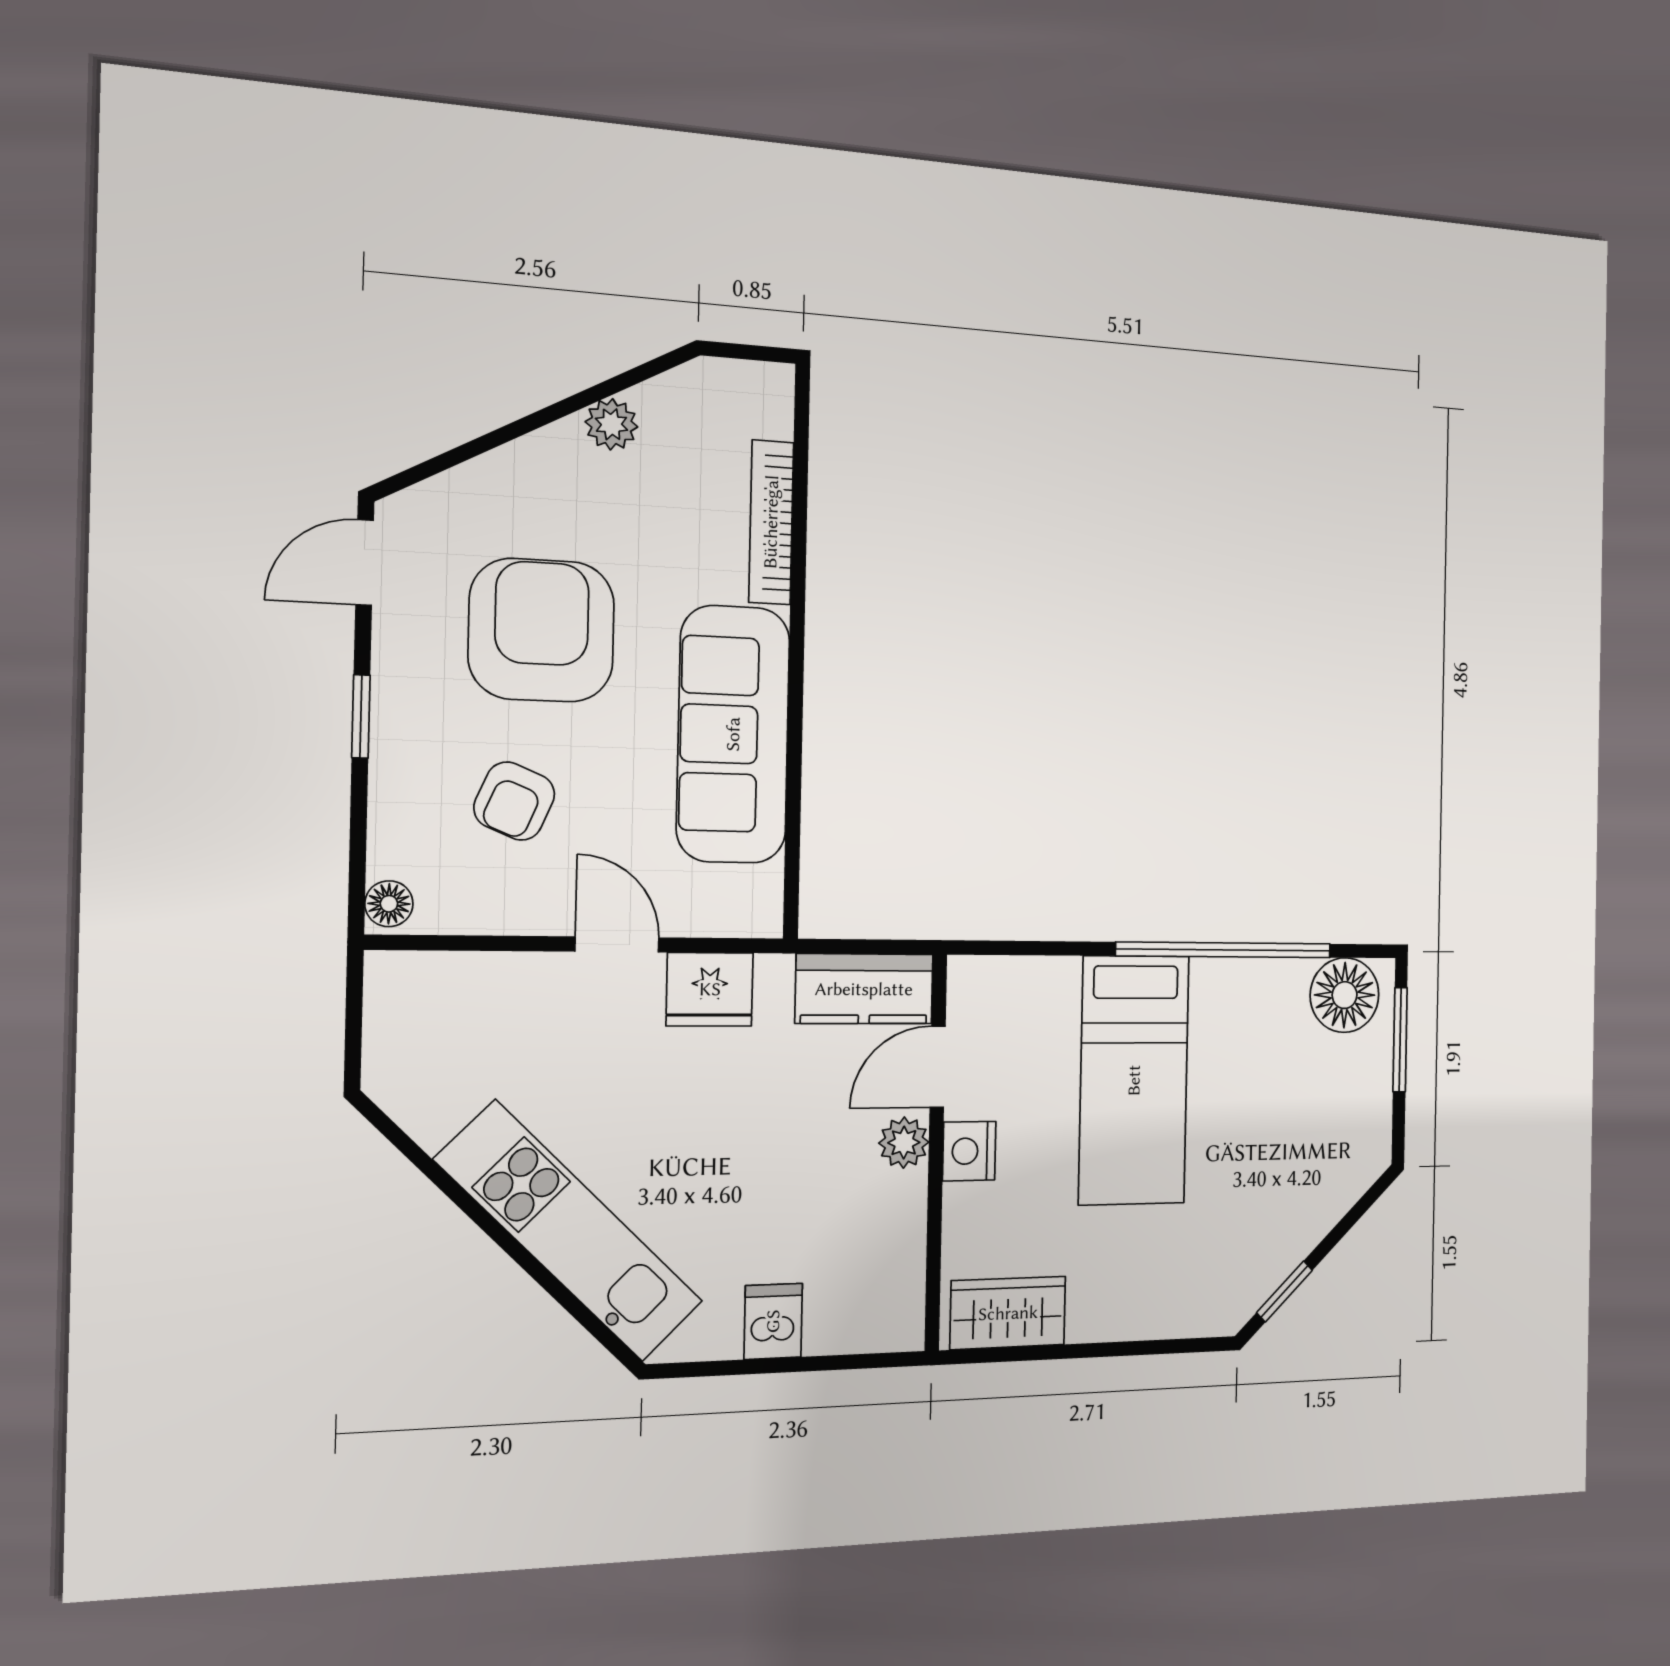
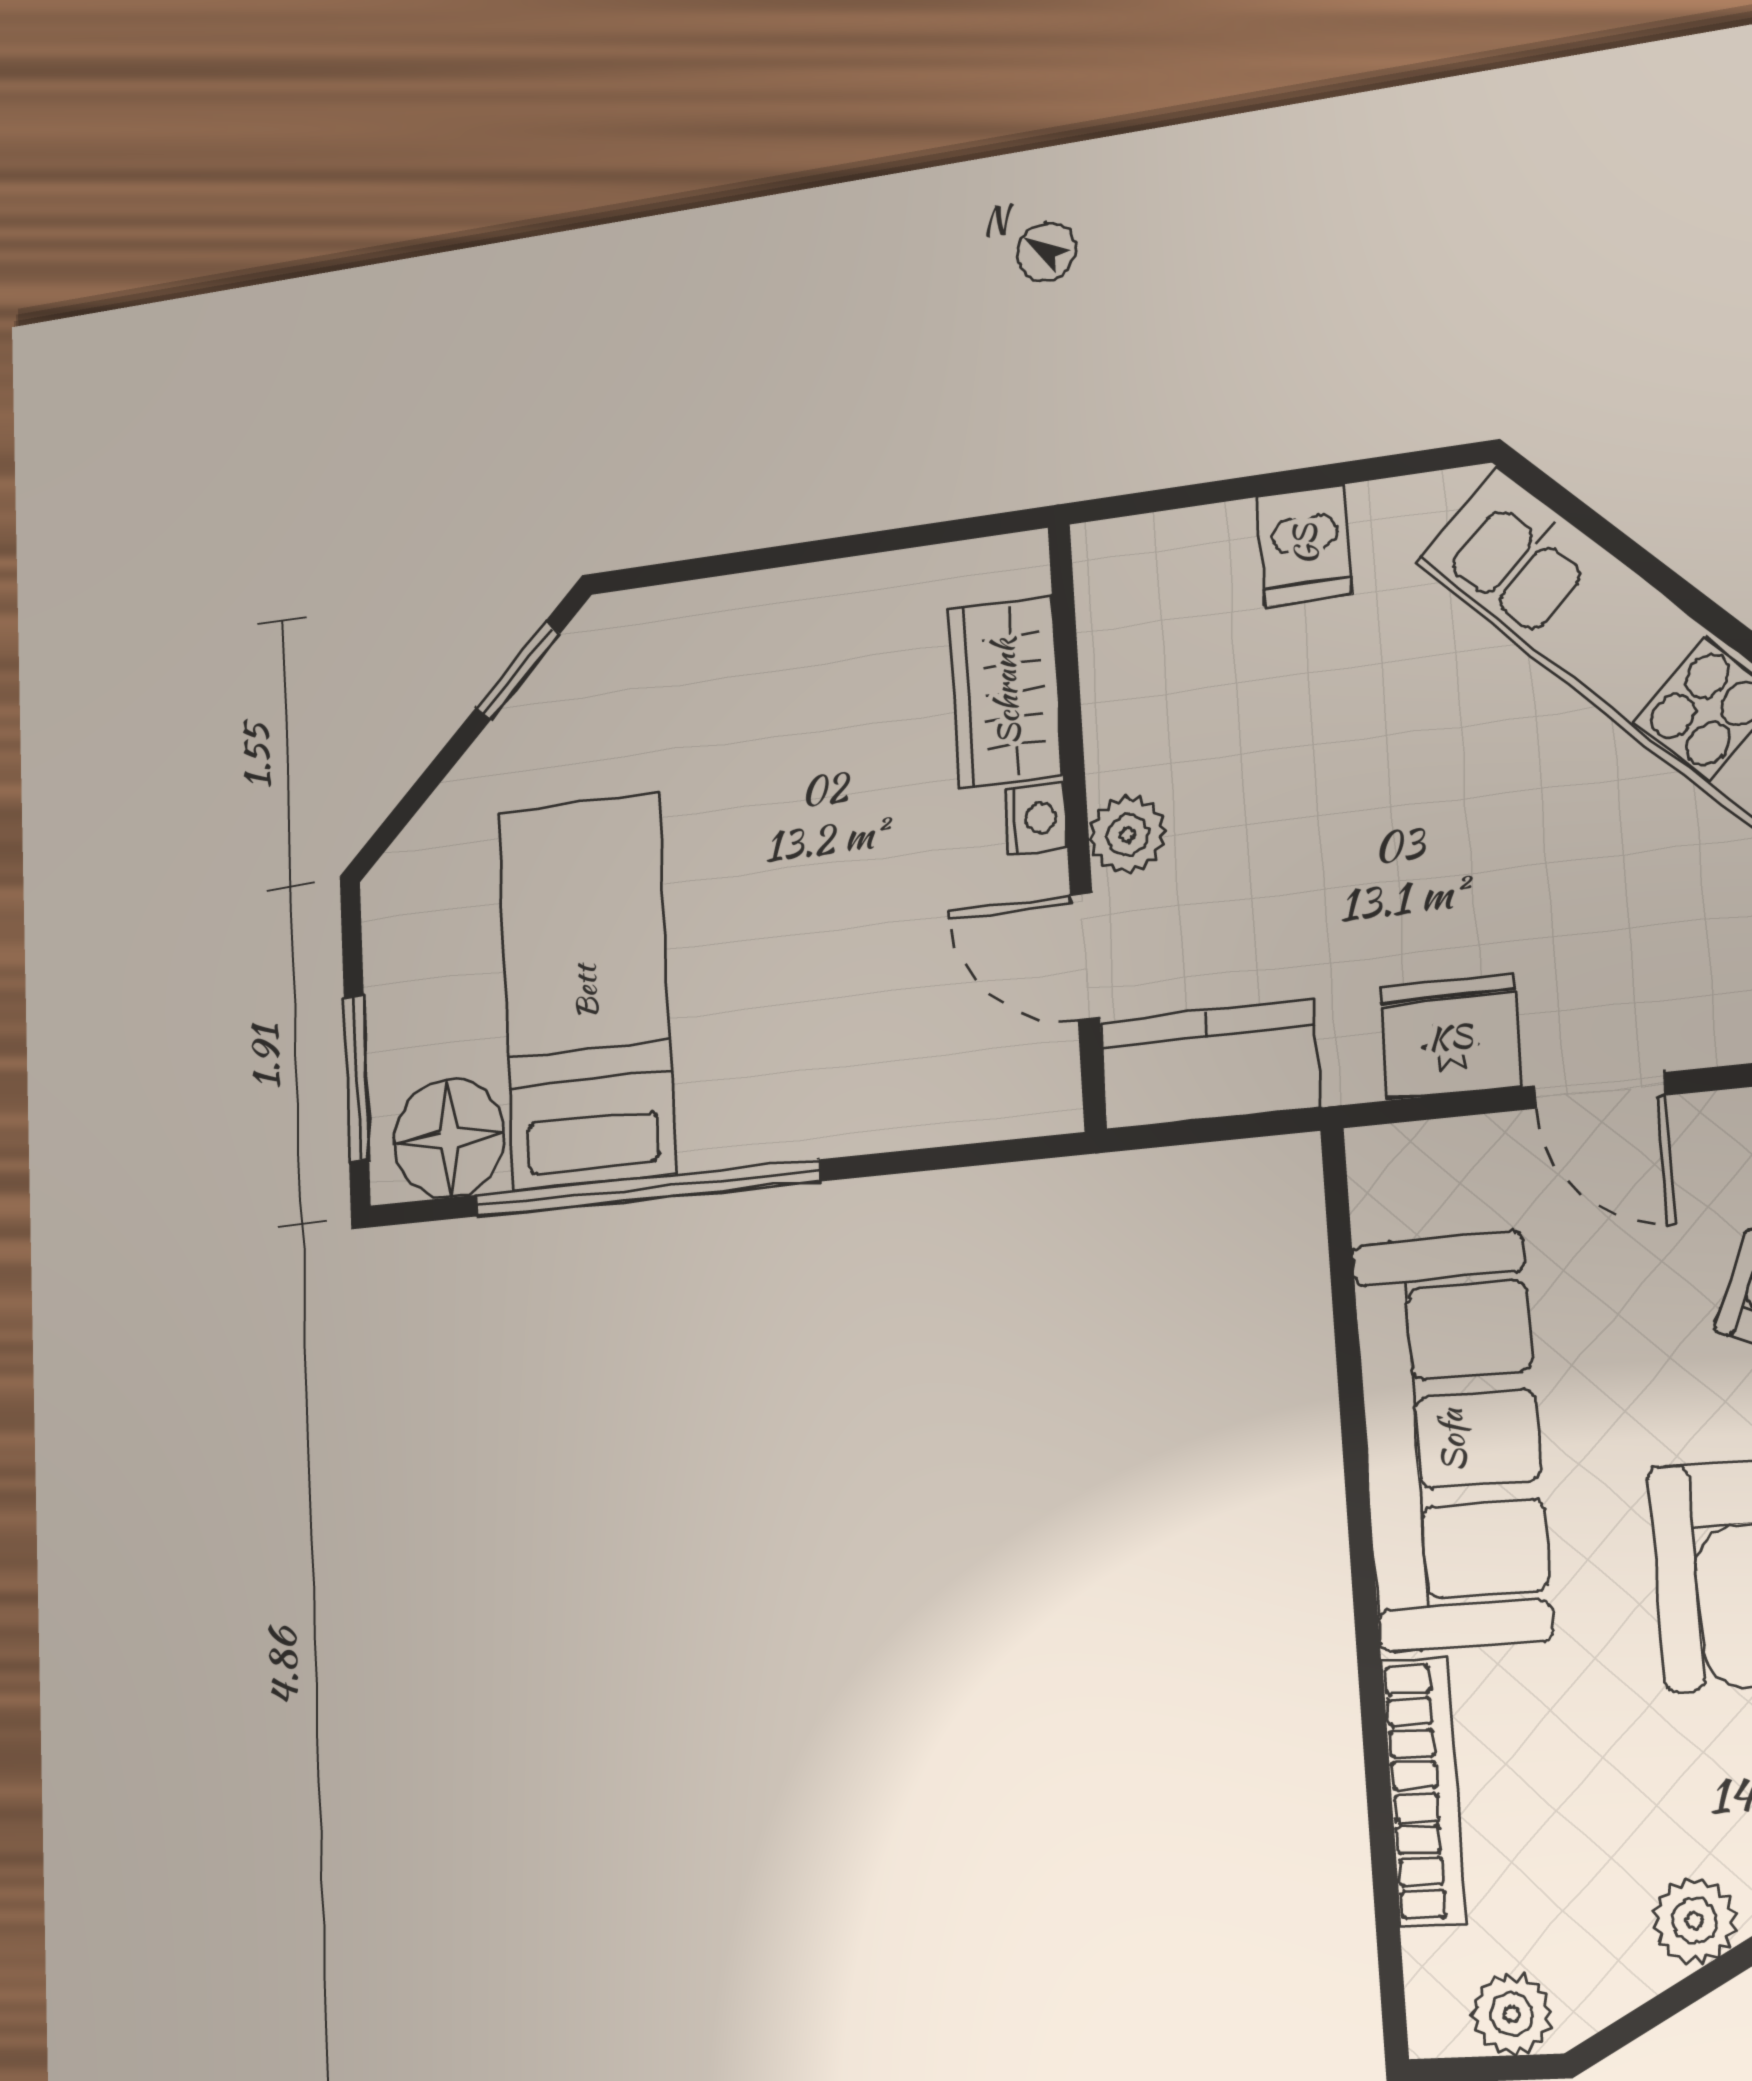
plant: (730, 383) -> (1512, 2014), added
door: (938, 1067) -> (1085, 957), swing flipped
bed: (1134, 1080) -> (586, 992), moved
nightstand: (969, 1151) -> (1035, 819), width x0.72, depth x0.74
wardrobe: (1008, 1313) -> (1006, 692), moved, turned 90

